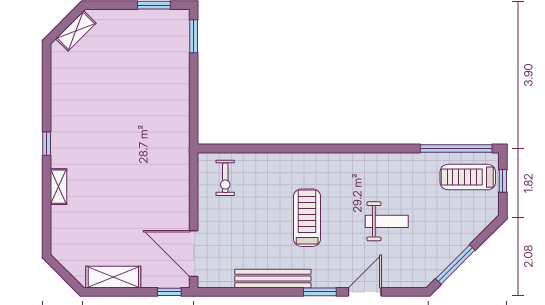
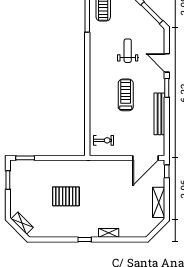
pallet: (124, 110) -> (66, 196), added
treadmill: (307, 218) -> (126, 95), turned 90

